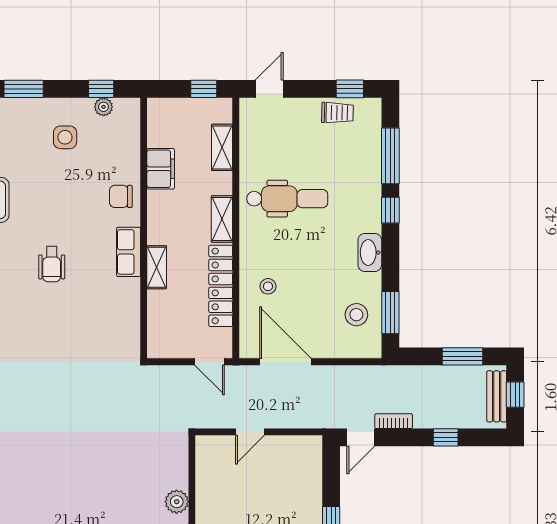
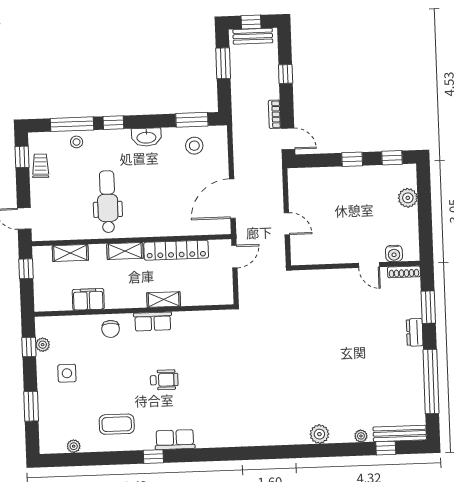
stool: (268, 286) -> (77, 142), moved
plant: (177, 502) -> (342, 278), removed

